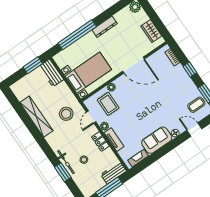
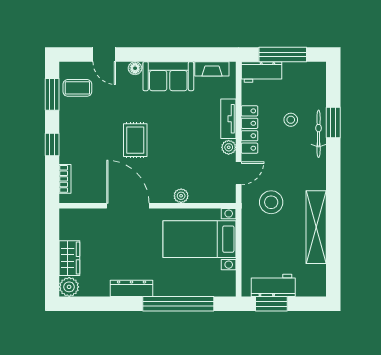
wardrobe: (151, 31) -> (69, 258), moved
workbench: (51, 73) -> (273, 285), moved, turned -90
rug: (108, 104) -> (135, 140), moved
locker: (100, 141) -> (249, 130), width x1.53

